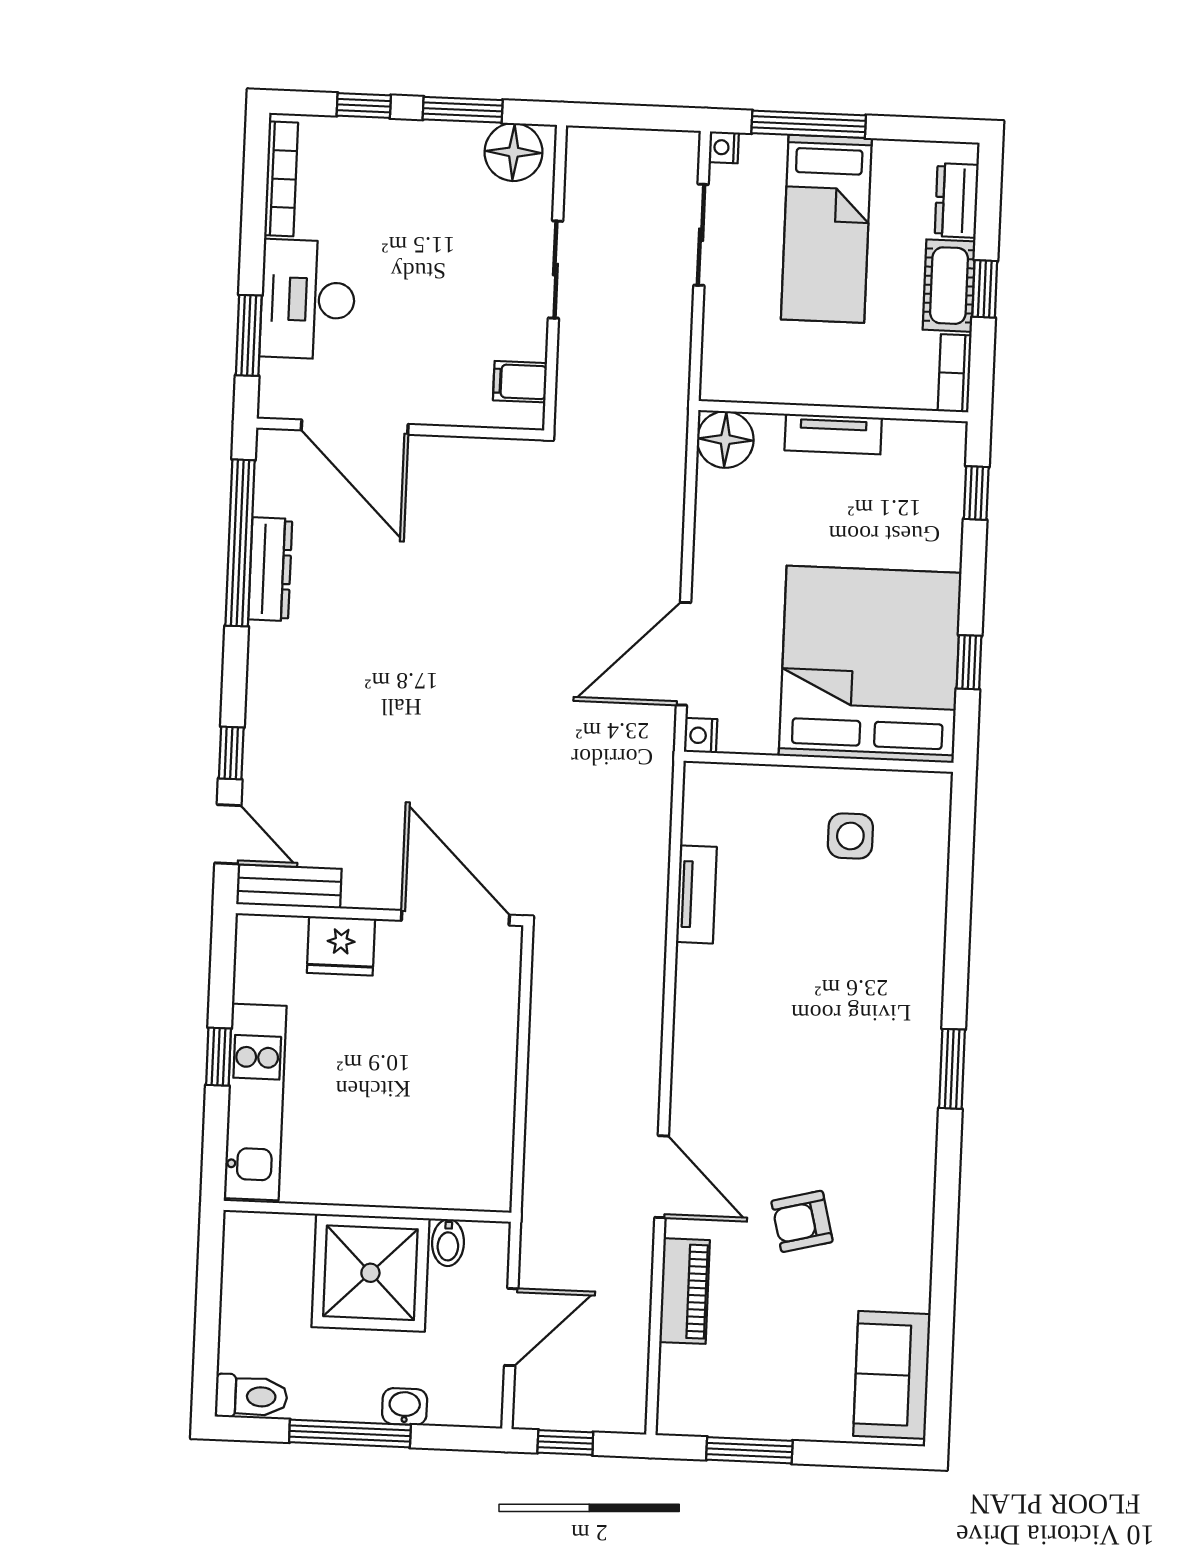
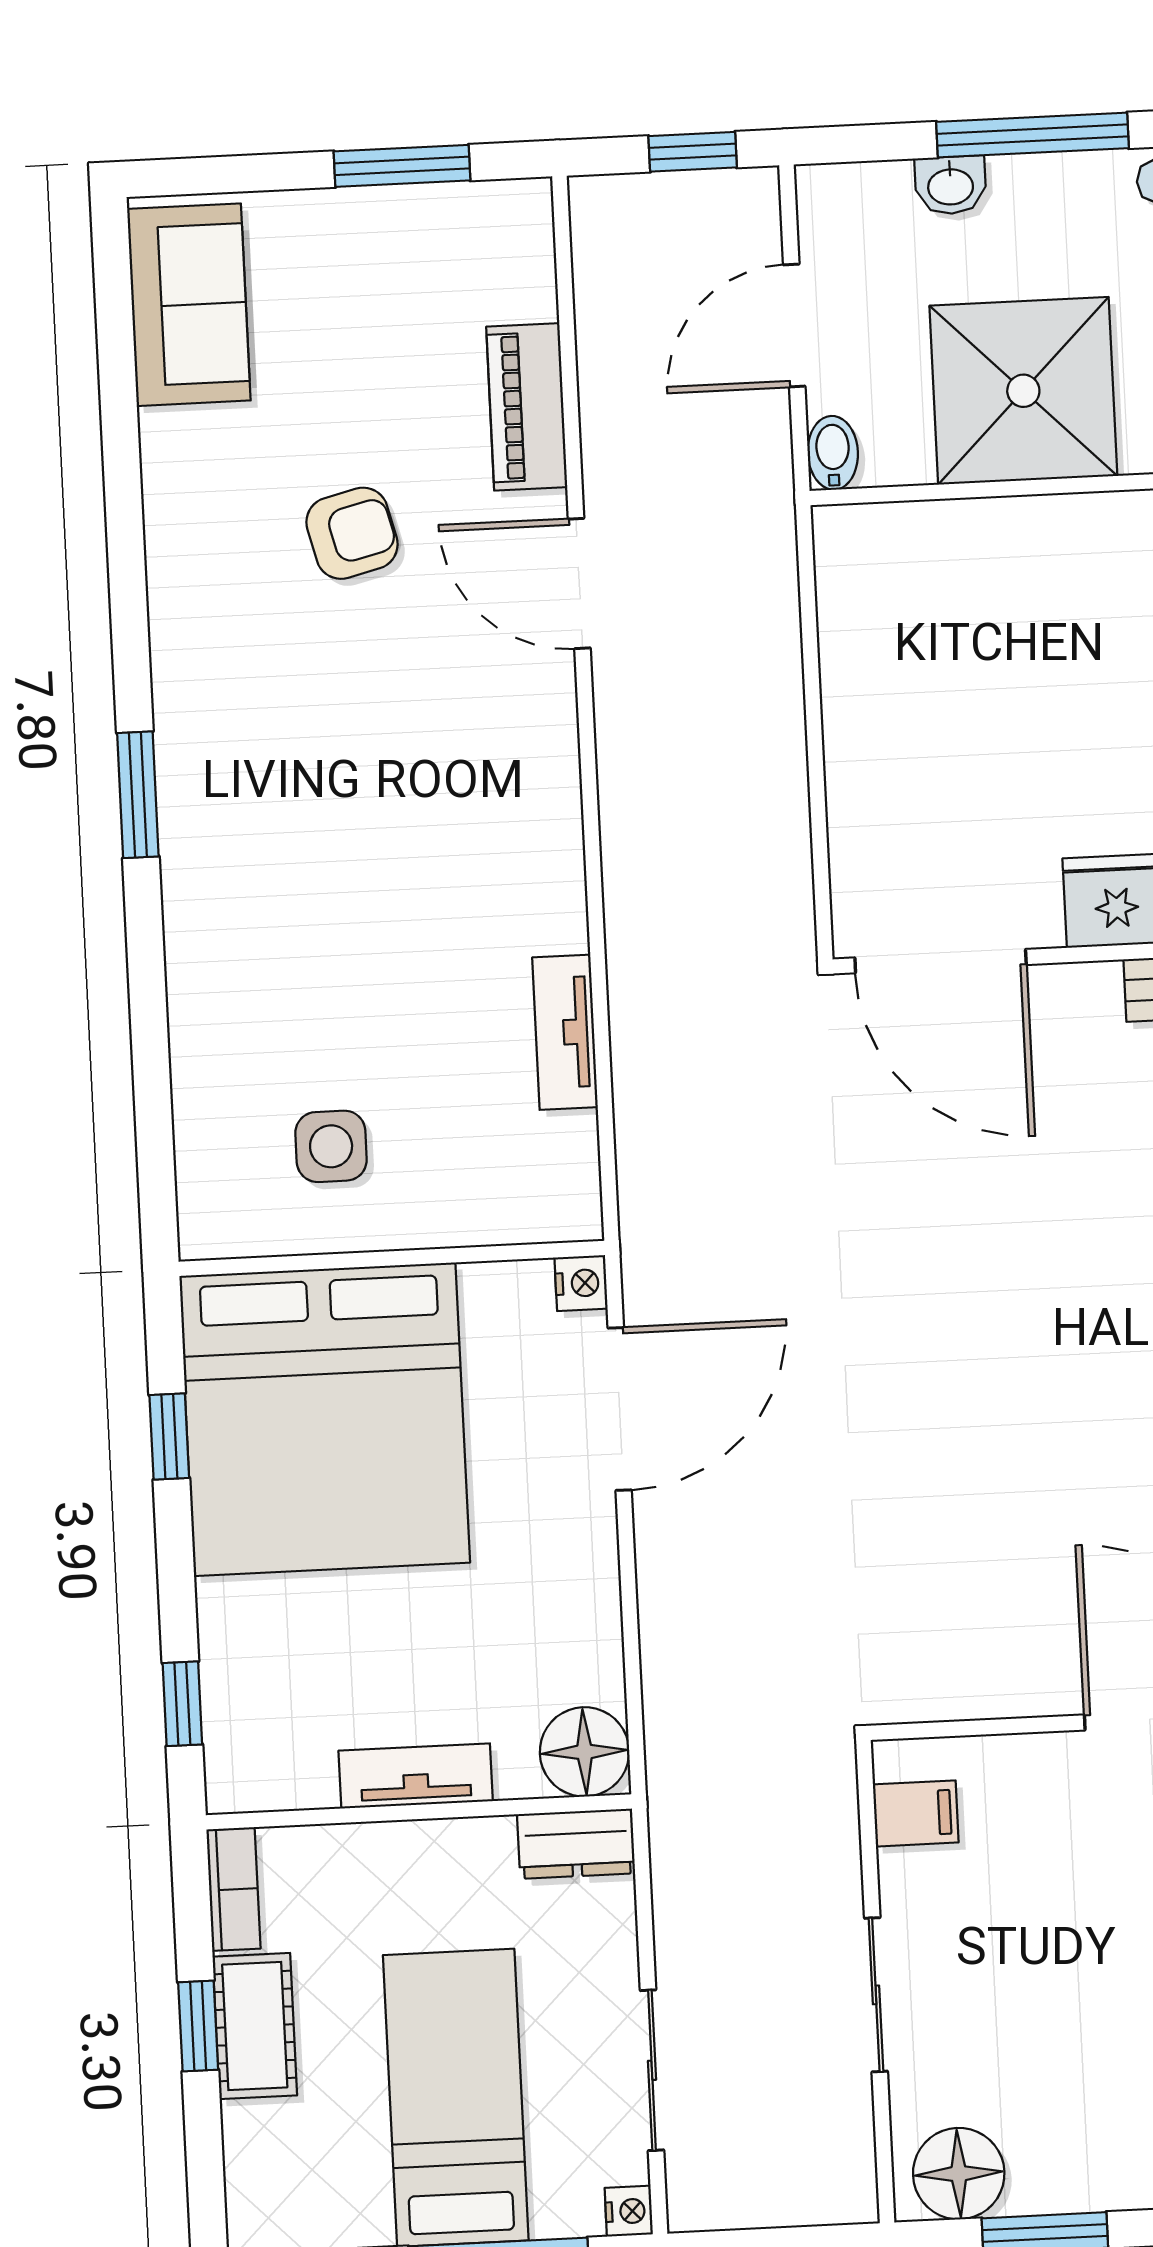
dresser: (957, 200) -> (576, 1844), moved, turned 90
bidet: (448, 1243) -> (833, 453), moved

